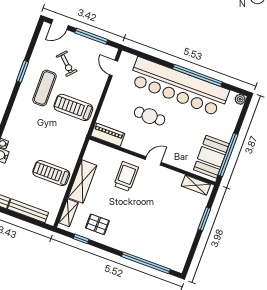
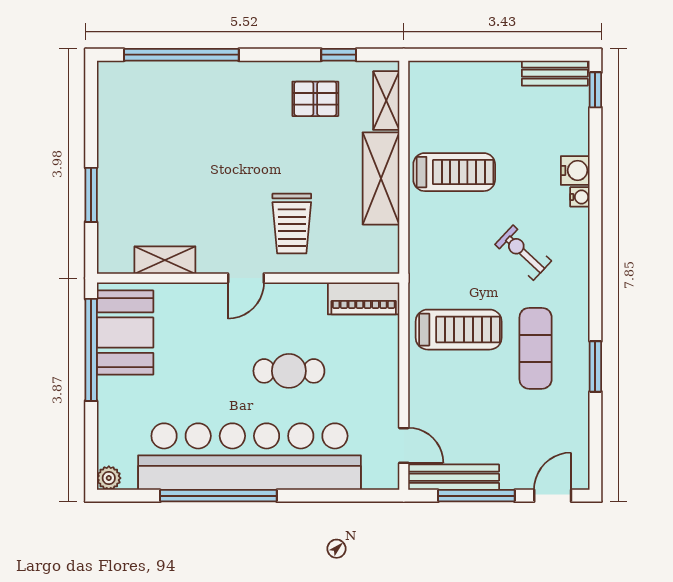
exercise bike: (67, 64) -> (523, 253), moved
shelving: (196, 185) -> (165, 260), moved
bench: (28, 211) -> (454, 477), moved

